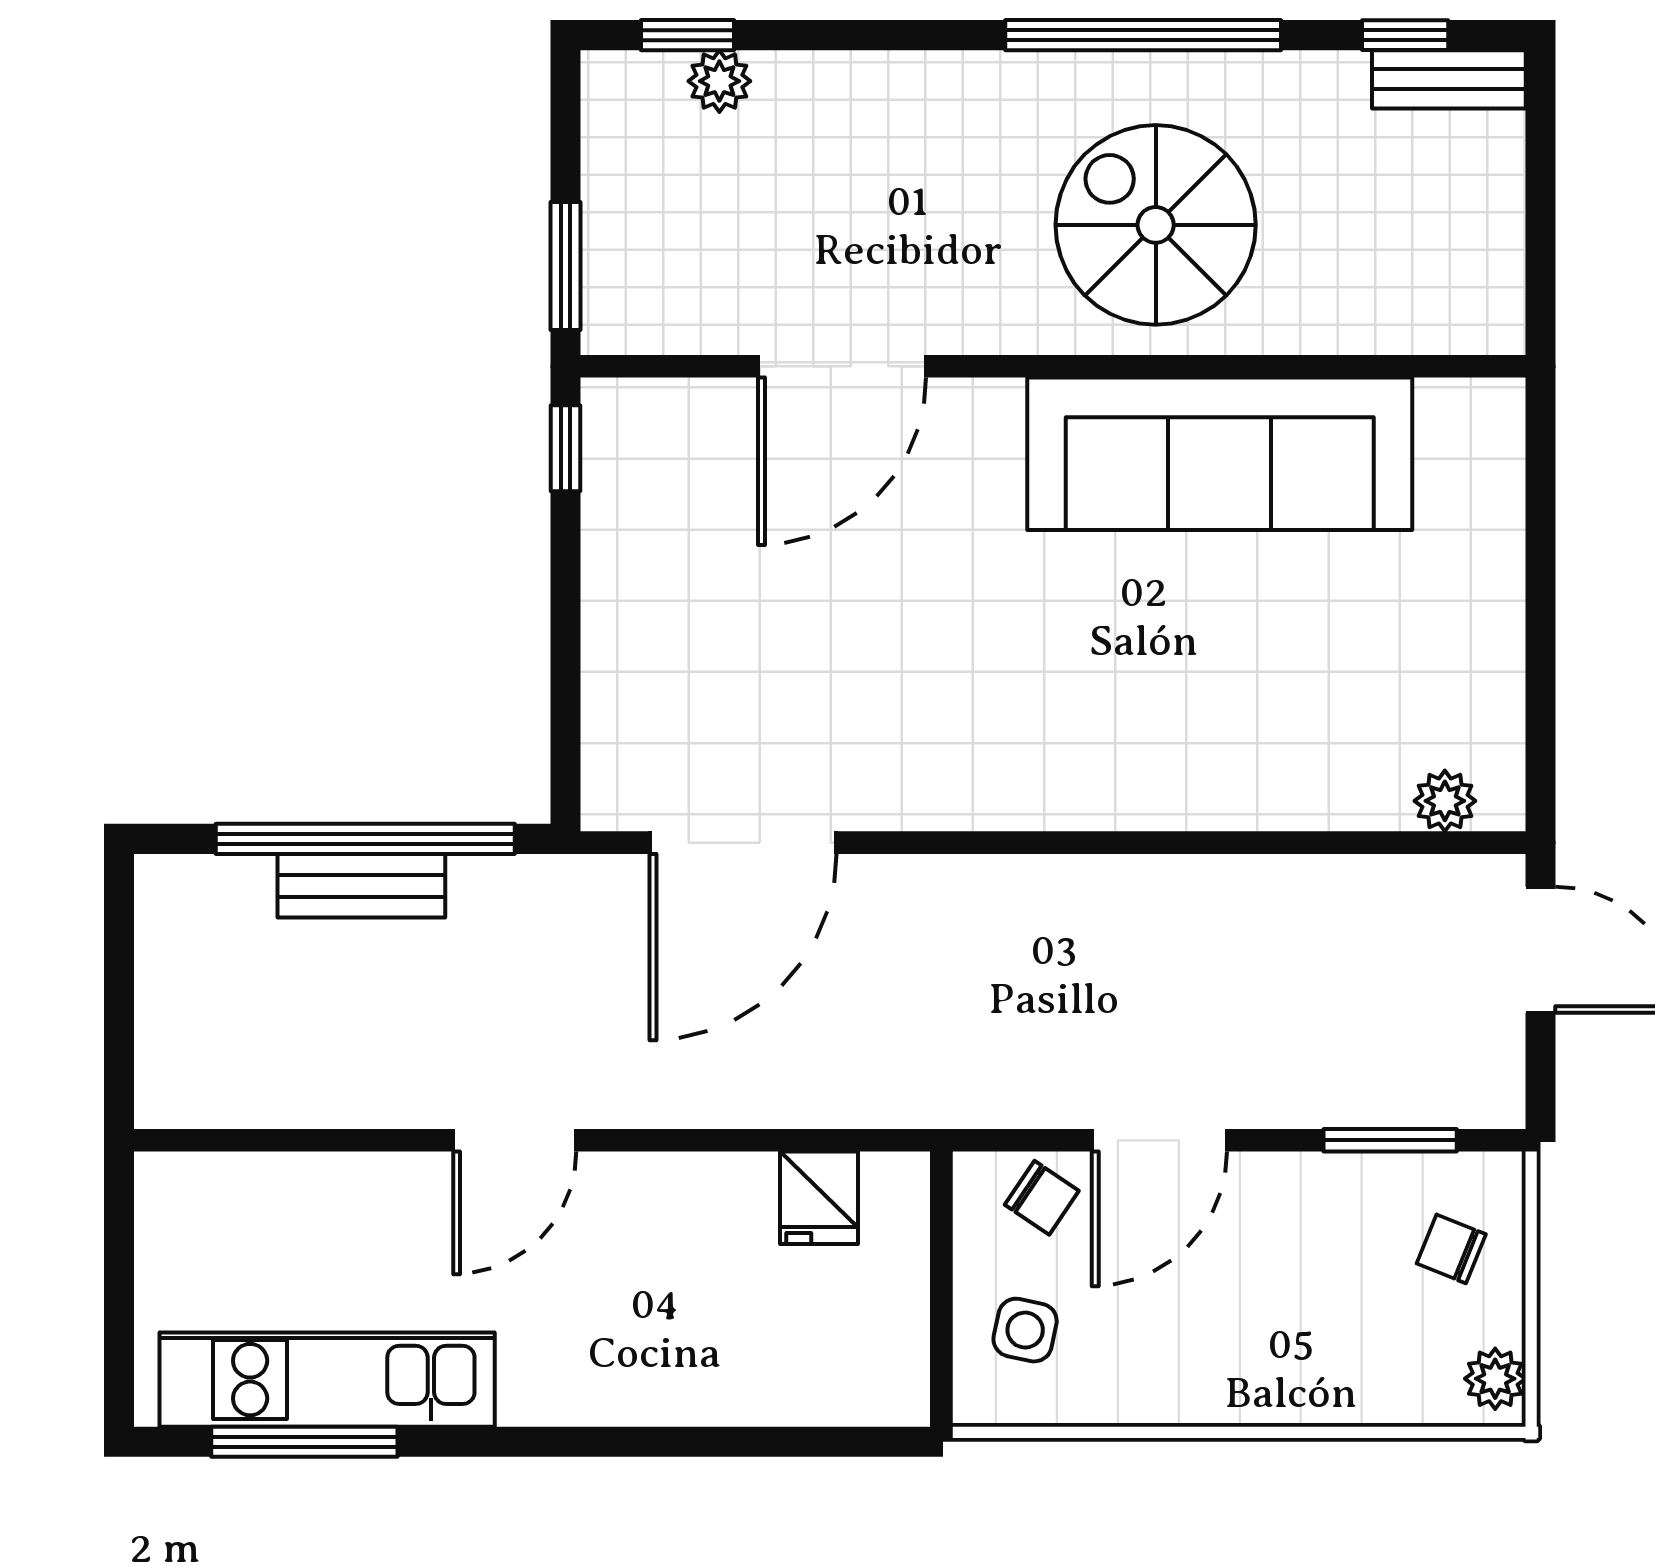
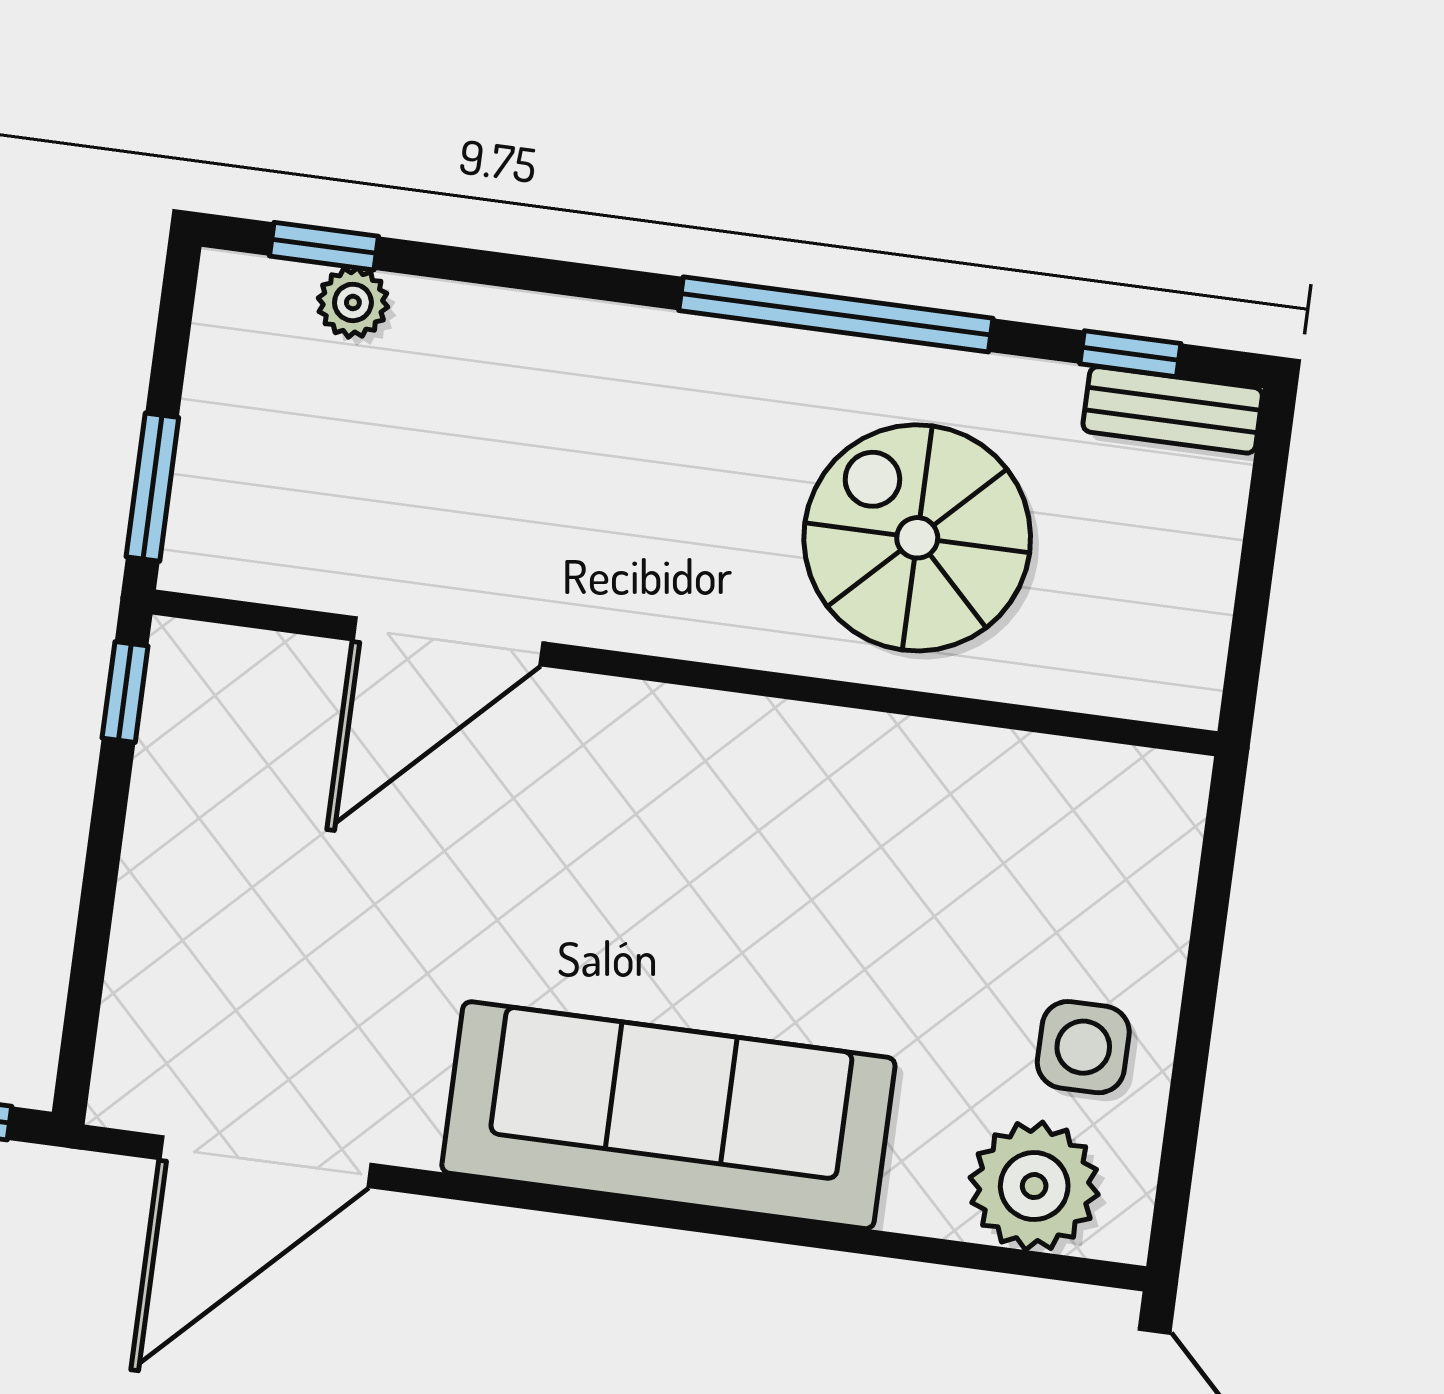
spiral stairs: (1156, 225) -> (917, 538), moved
sofa: (1220, 454) -> (668, 1115), moved, turned 180
side table: (1445, 647) -> (1083, 1047), added
plant: (1445, 801) -> (1034, 1186), width x1.87, depth x1.87

